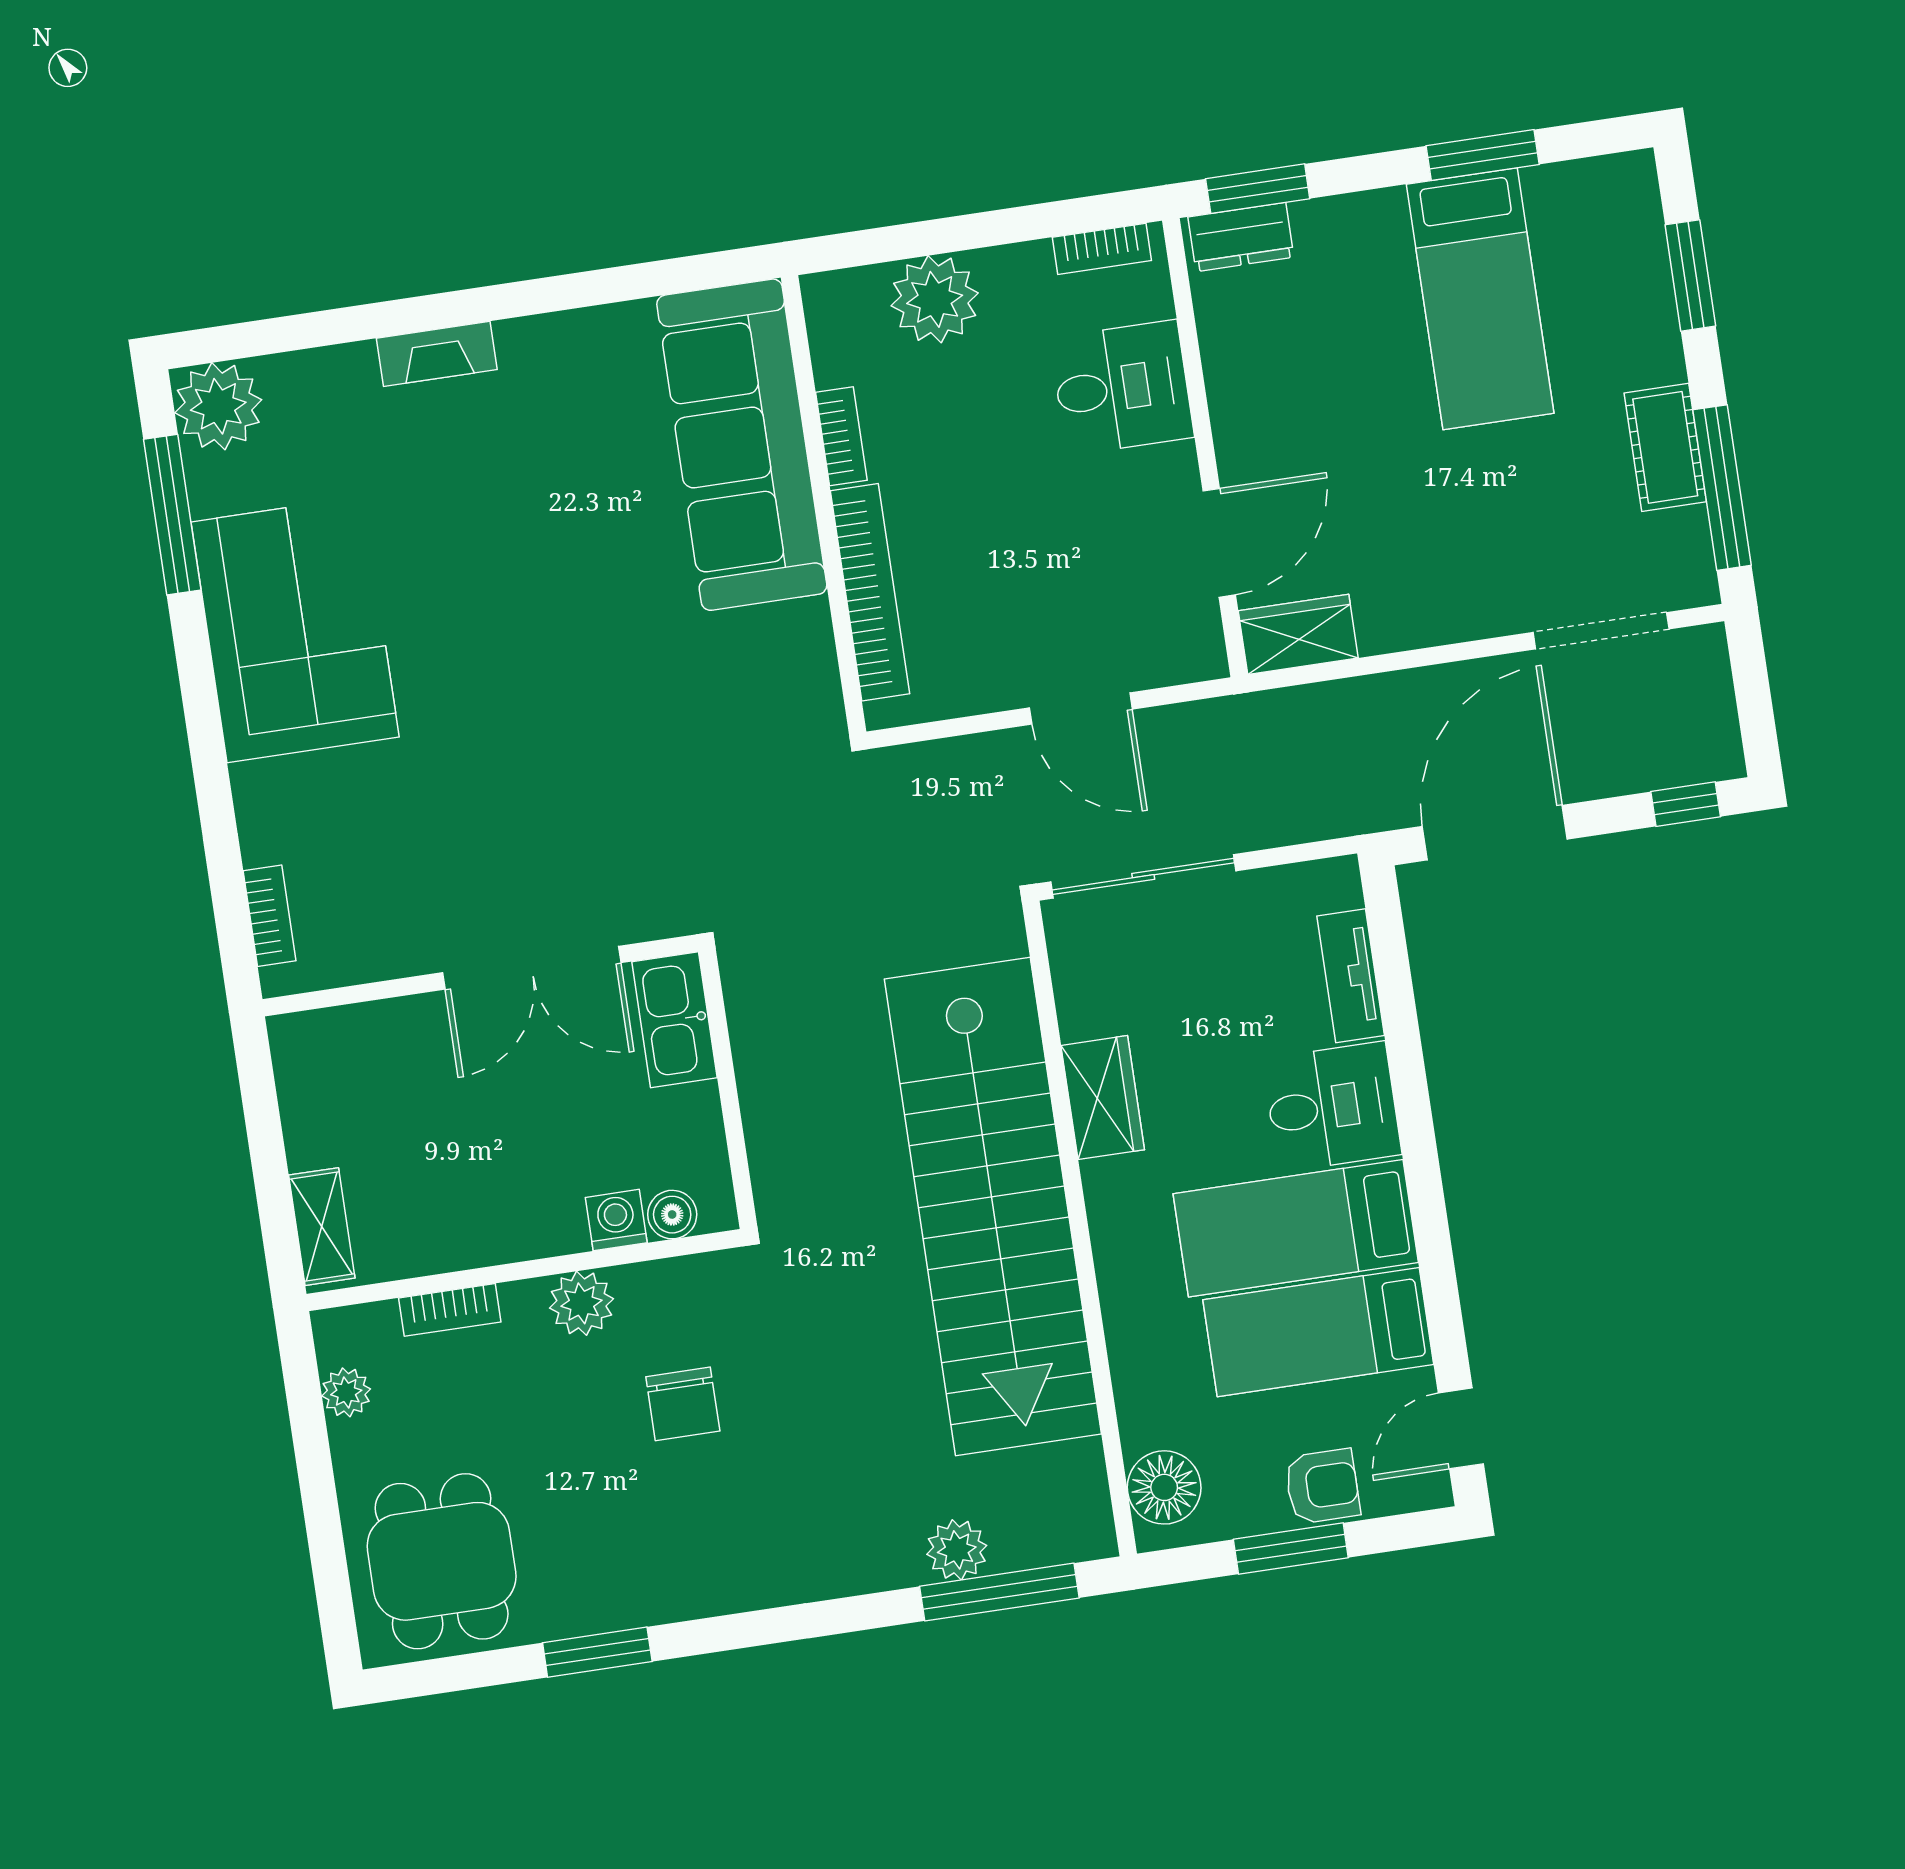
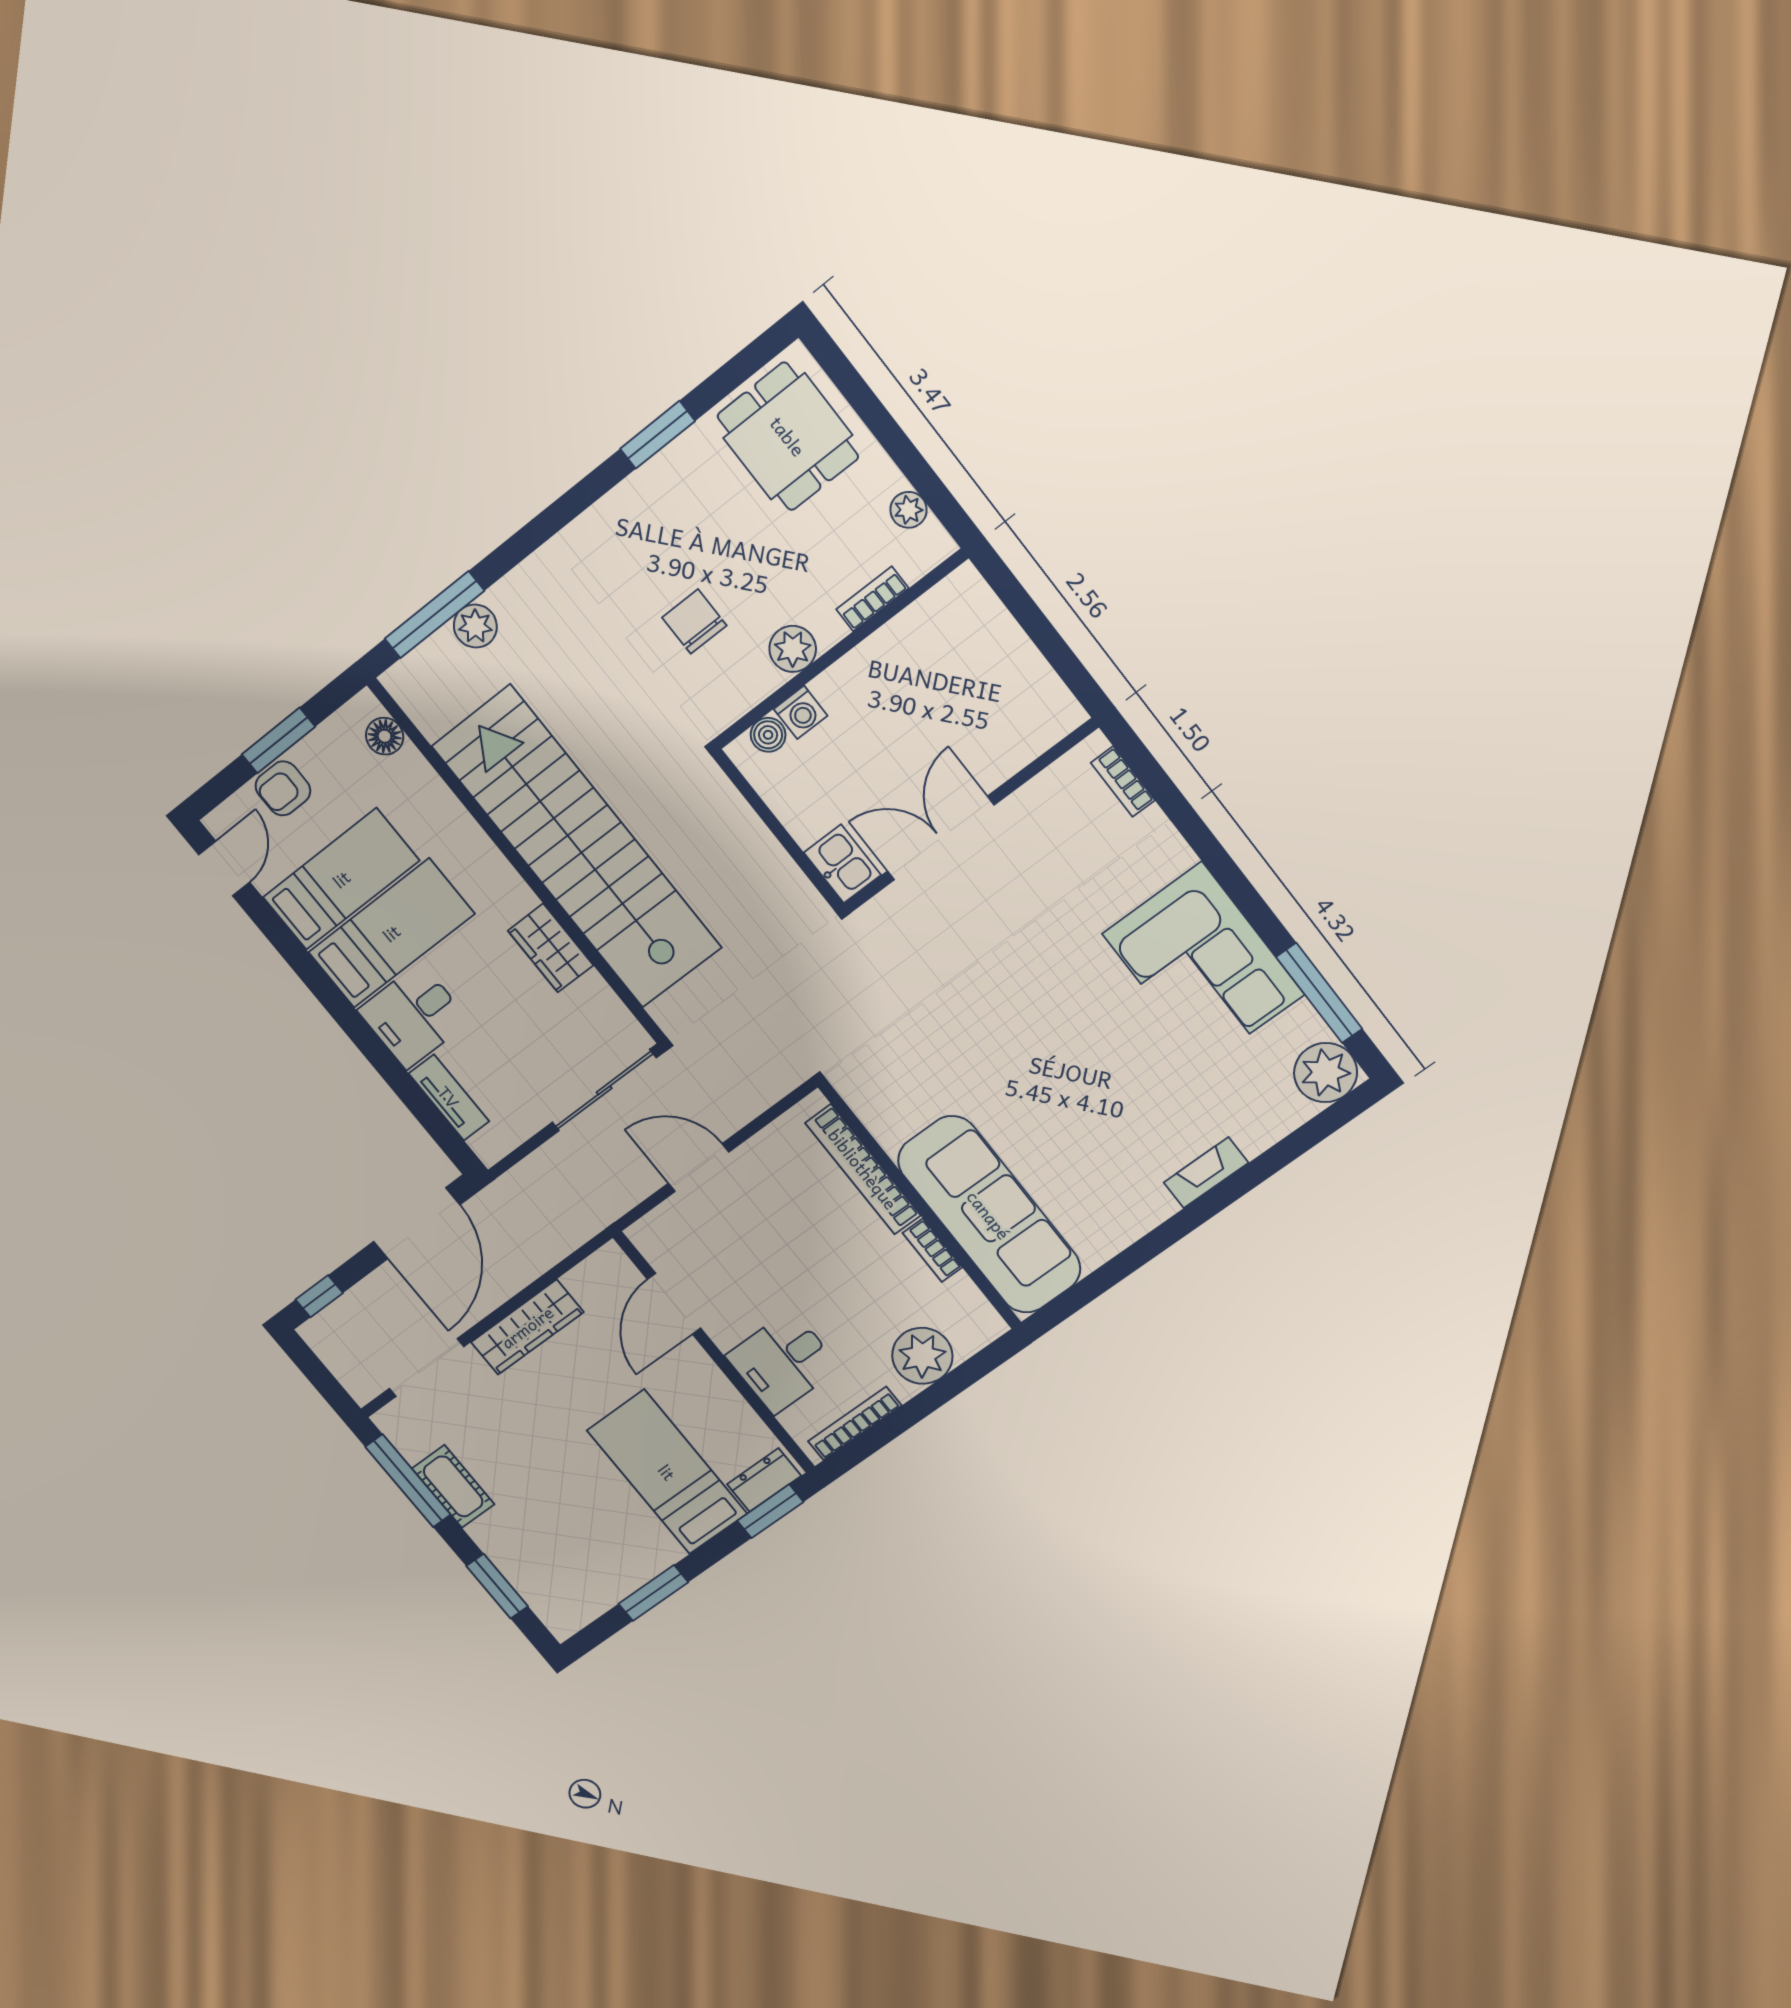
bookcase: (1102, 249) -> (855, 1423), width x1.56
bed: (1480, 299) -> (667, 1472), moved
wardrobe: (1298, 634) -> (527, 1327), moved, width x1.50
kitchen sink: (675, 1020) -> (842, 864), width x0.73
shelving: (322, 1227) -> (982, 606), removed
floor lamp: (1164, 1487) -> (385, 736), width x0.73, depth x0.73

